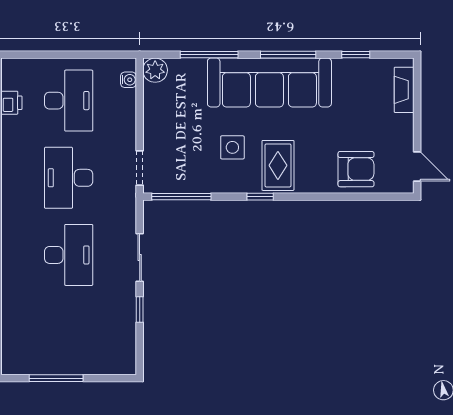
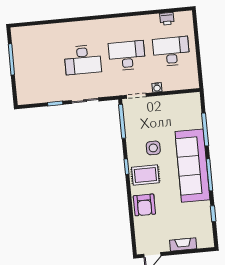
plant: (155, 70) -> (193, 99), removed
water cooler: (128, 80) -> (157, 87), moved
fireplace: (404, 90) -> (183, 244), moved
desk: (69, 101) -> (171, 51), turned 180
armchair: (356, 169) -> (144, 205), moved

